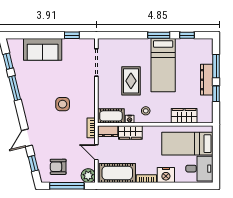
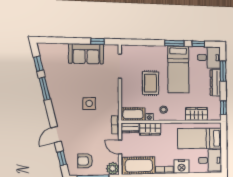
sofa: (43, 49) -> (86, 54), moved
desk: (199, 51) -> (209, 58), added
window: (216, 94) -> (223, 108), moved

